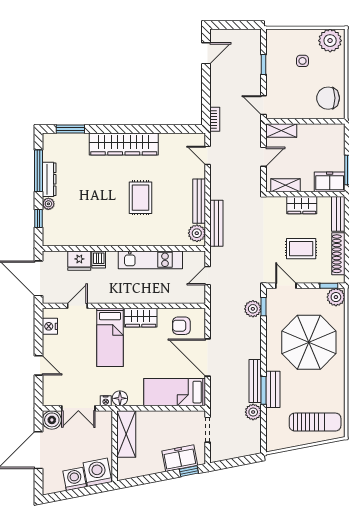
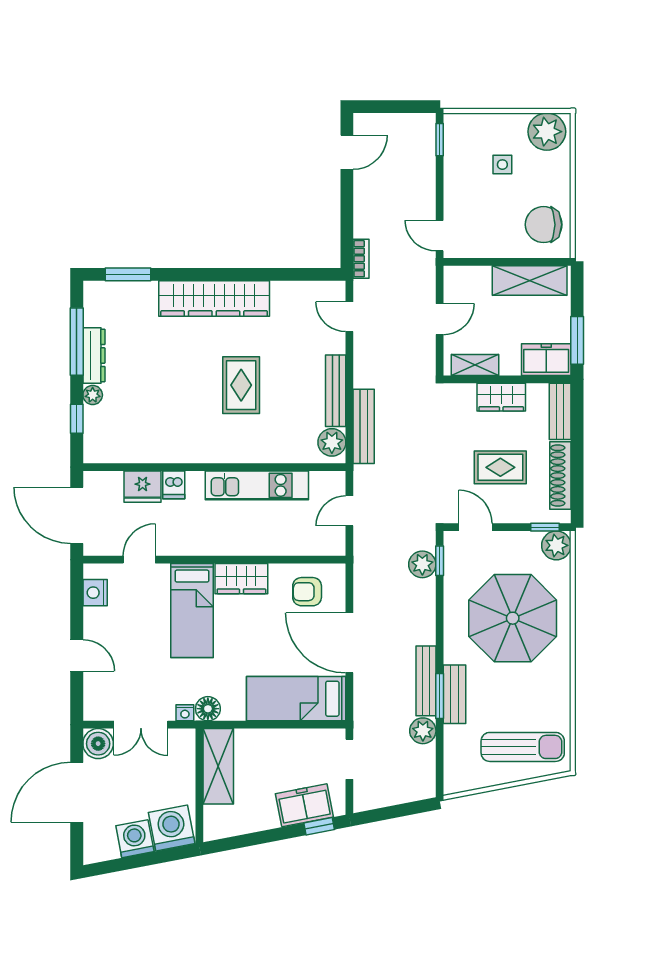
window: (264, 65) -> (440, 140), moved
shelving: (281, 131) -> (530, 280), moved, width x1.50, depth x1.33

